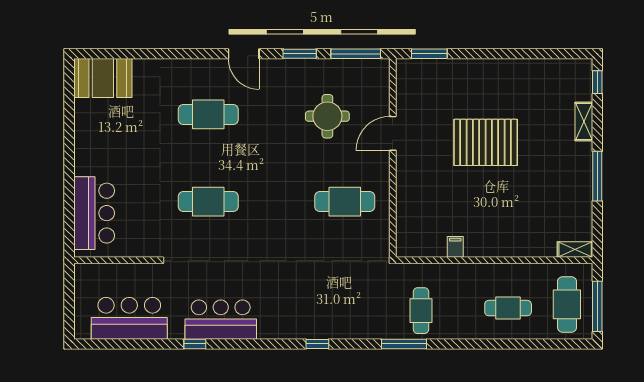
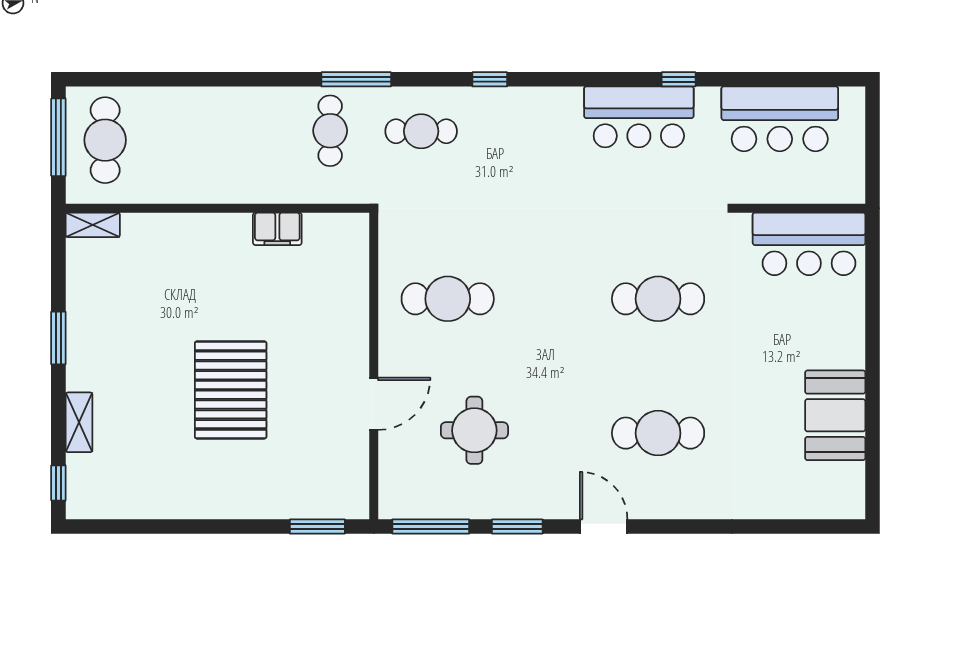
booth: (103, 78) -> (835, 415), moved, turned 90
pallet: (486, 142) -> (231, 390), turned 90
window: (597, 176) -> (58, 338), width x0.69
bar counter: (94, 213) -> (809, 244), moved, turned -90
filing cabinet: (455, 247) -> (277, 229), width x2.00
cafe table: (508, 308) -> (421, 131), moved

